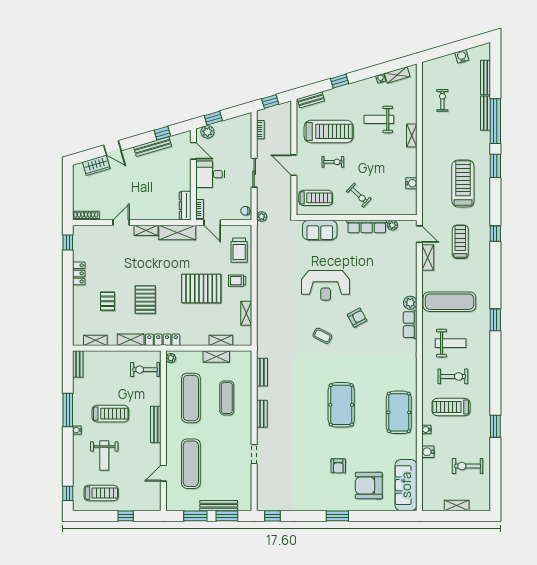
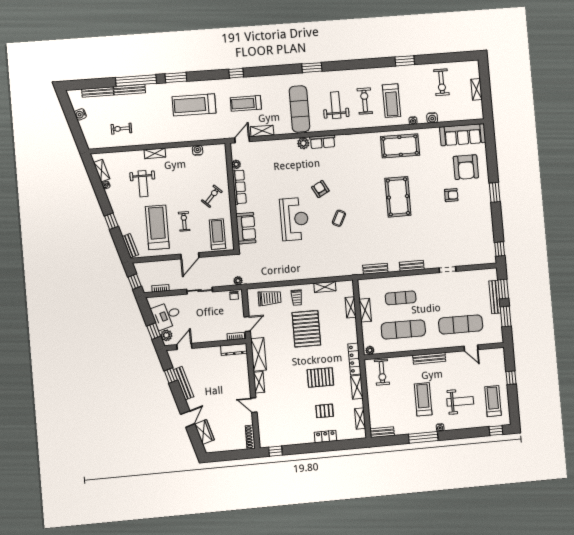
desk: (210, 174) -> (166, 315), moved, turned 74
locker: (79, 273) -> (325, 436), moved
pool table: (341, 405) -> (398, 197), turned 90

